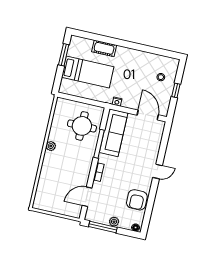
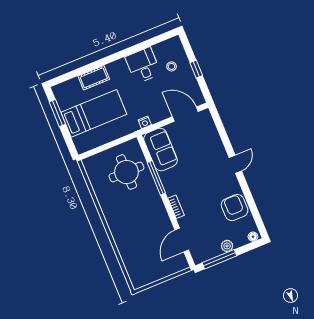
desk: (142, 63) -> (143, 65), added
sofa: (114, 133) -> (161, 149), width x0.73
plant: (51, 146) -> (109, 214), removed
armchair: (137, 200) -> (235, 208), turned 180

